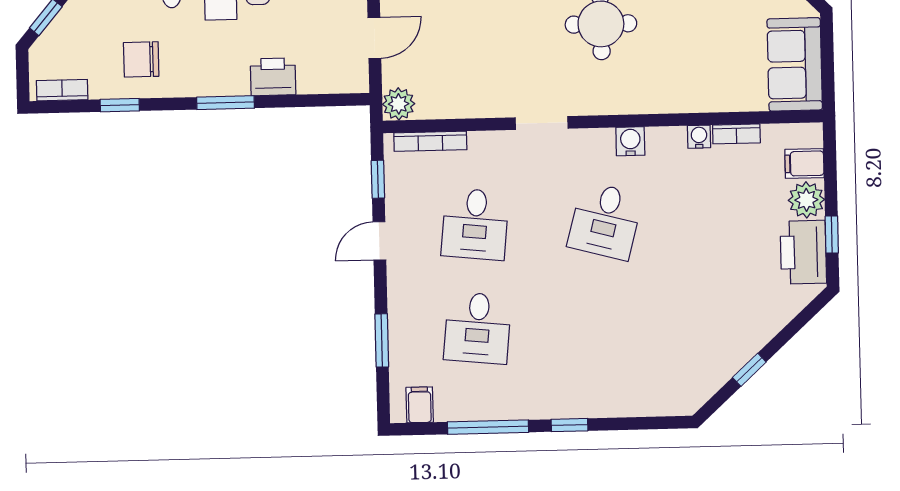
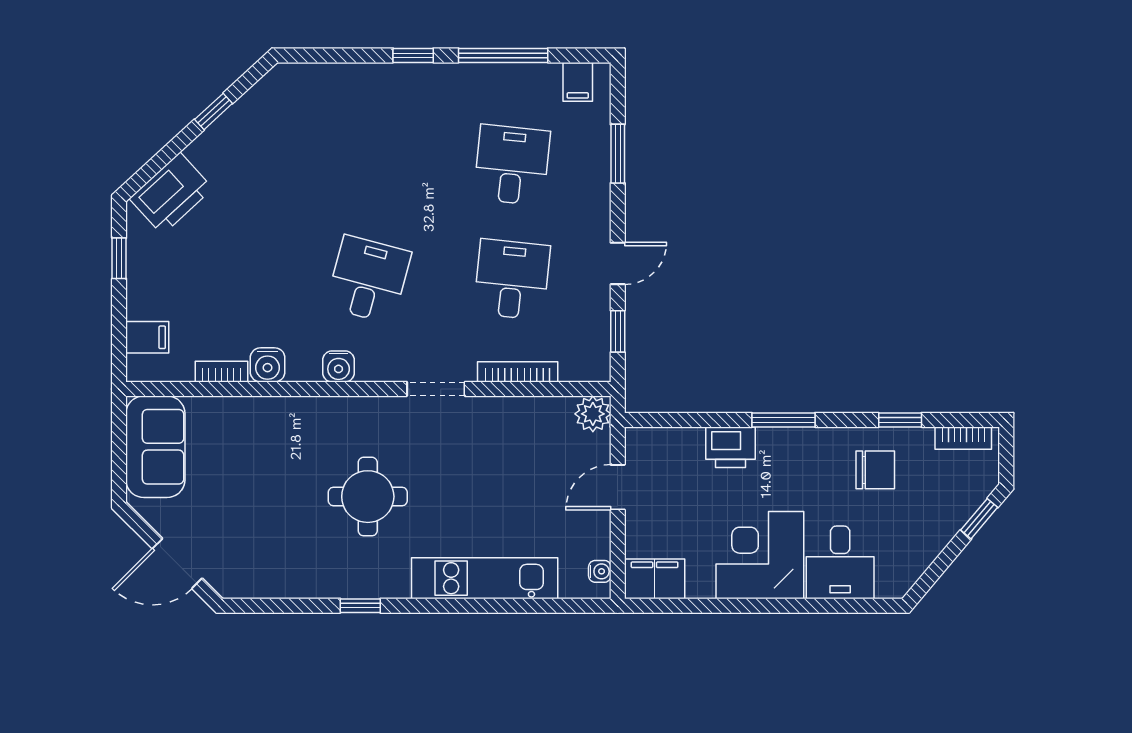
water cooler: (699, 137) -> (268, 365), width x1.38, depth x1.38
bookcase: (430, 141) -> (518, 372), moved
plant: (806, 200) -> (146, 297), removed
printer: (803, 252) -> (171, 193), moved, turned 47

